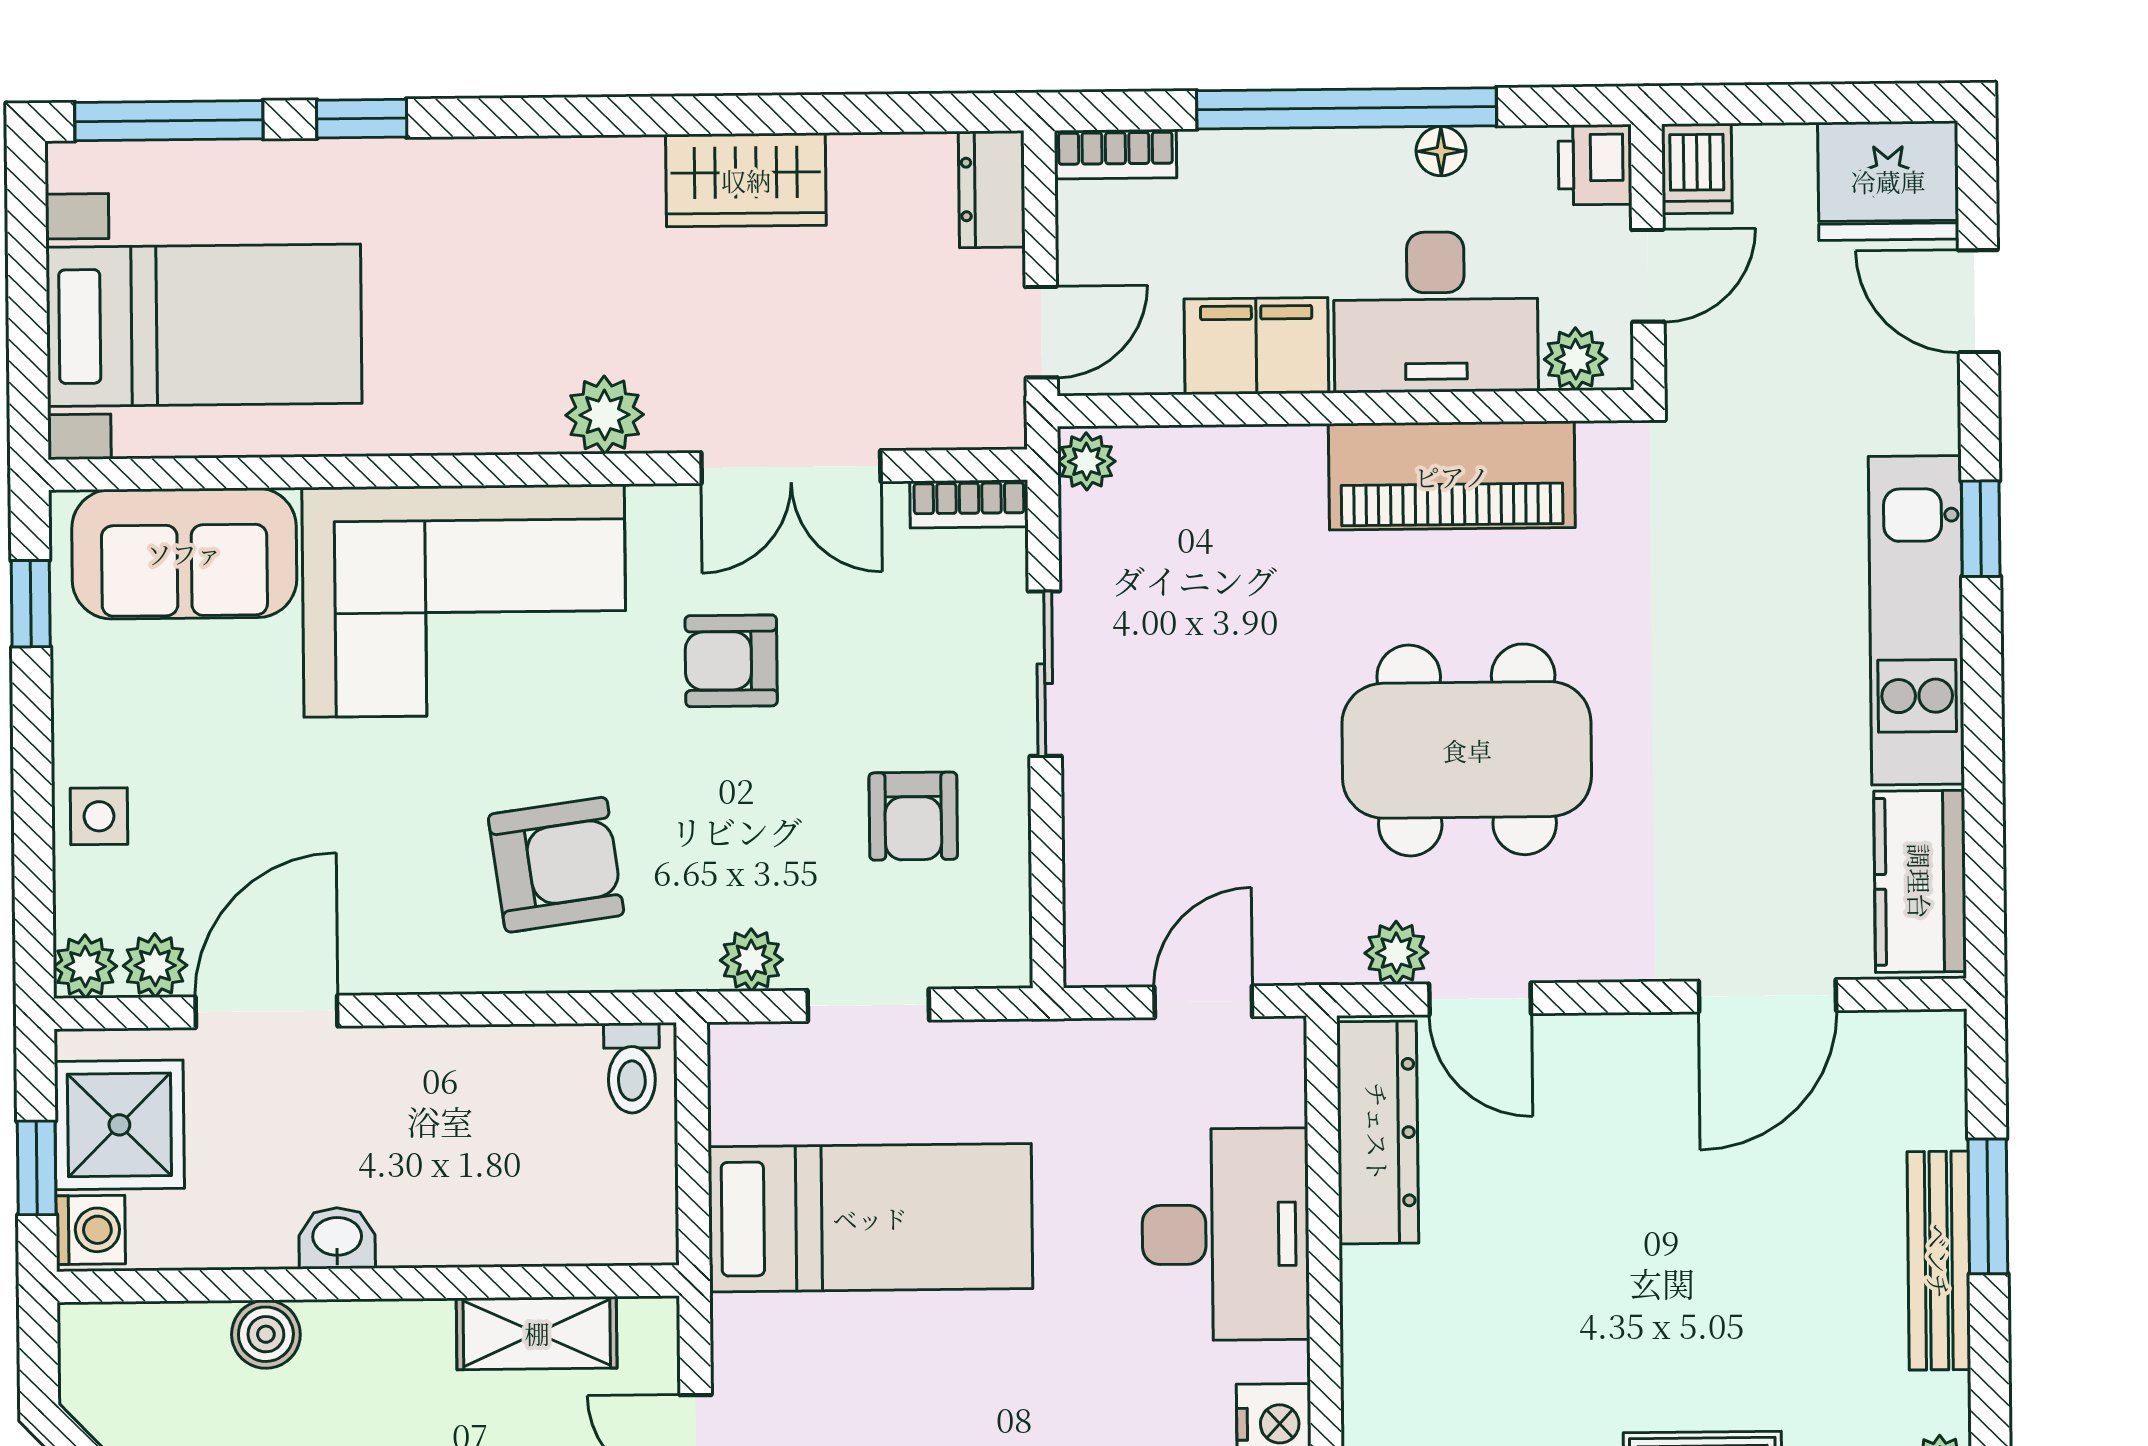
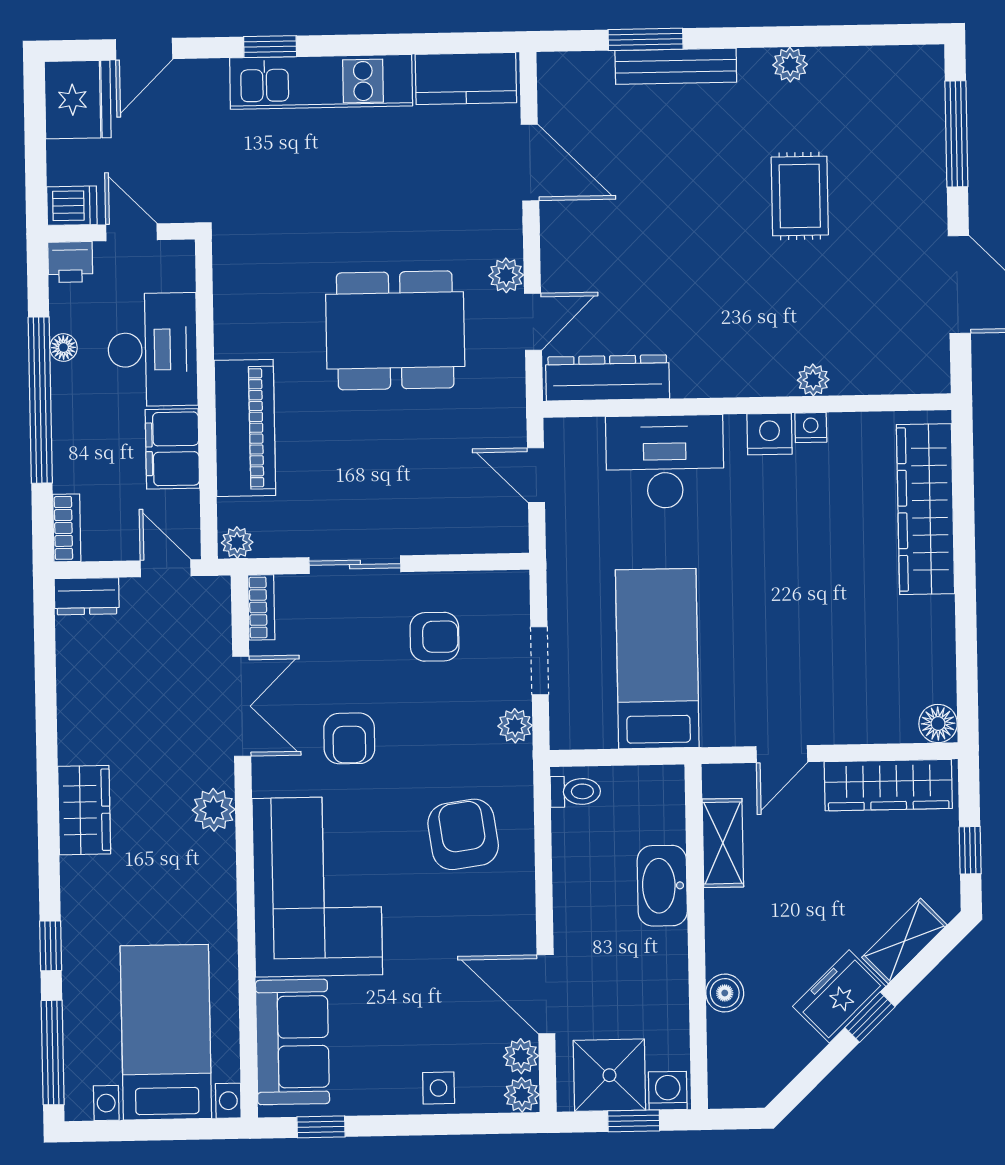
wardrobe: (746, 180) -> (84, 810), moved
plant: (1576, 359) -> (178, 272), removed
piano: (1452, 476) -> (245, 428), moved
dining table: (1467, 750) -> (395, 330), turned 90
plant: (1396, 953) -> (506, 275), moved
washbasin: (337, 1238) -> (662, 886), moved, width x1.91, depth x1.45

